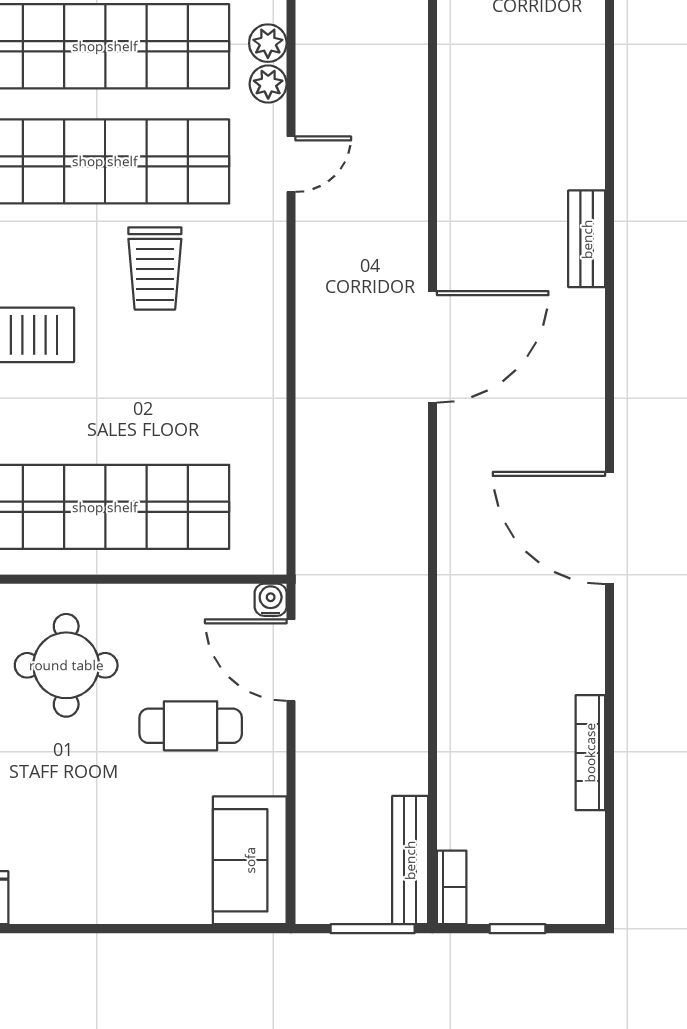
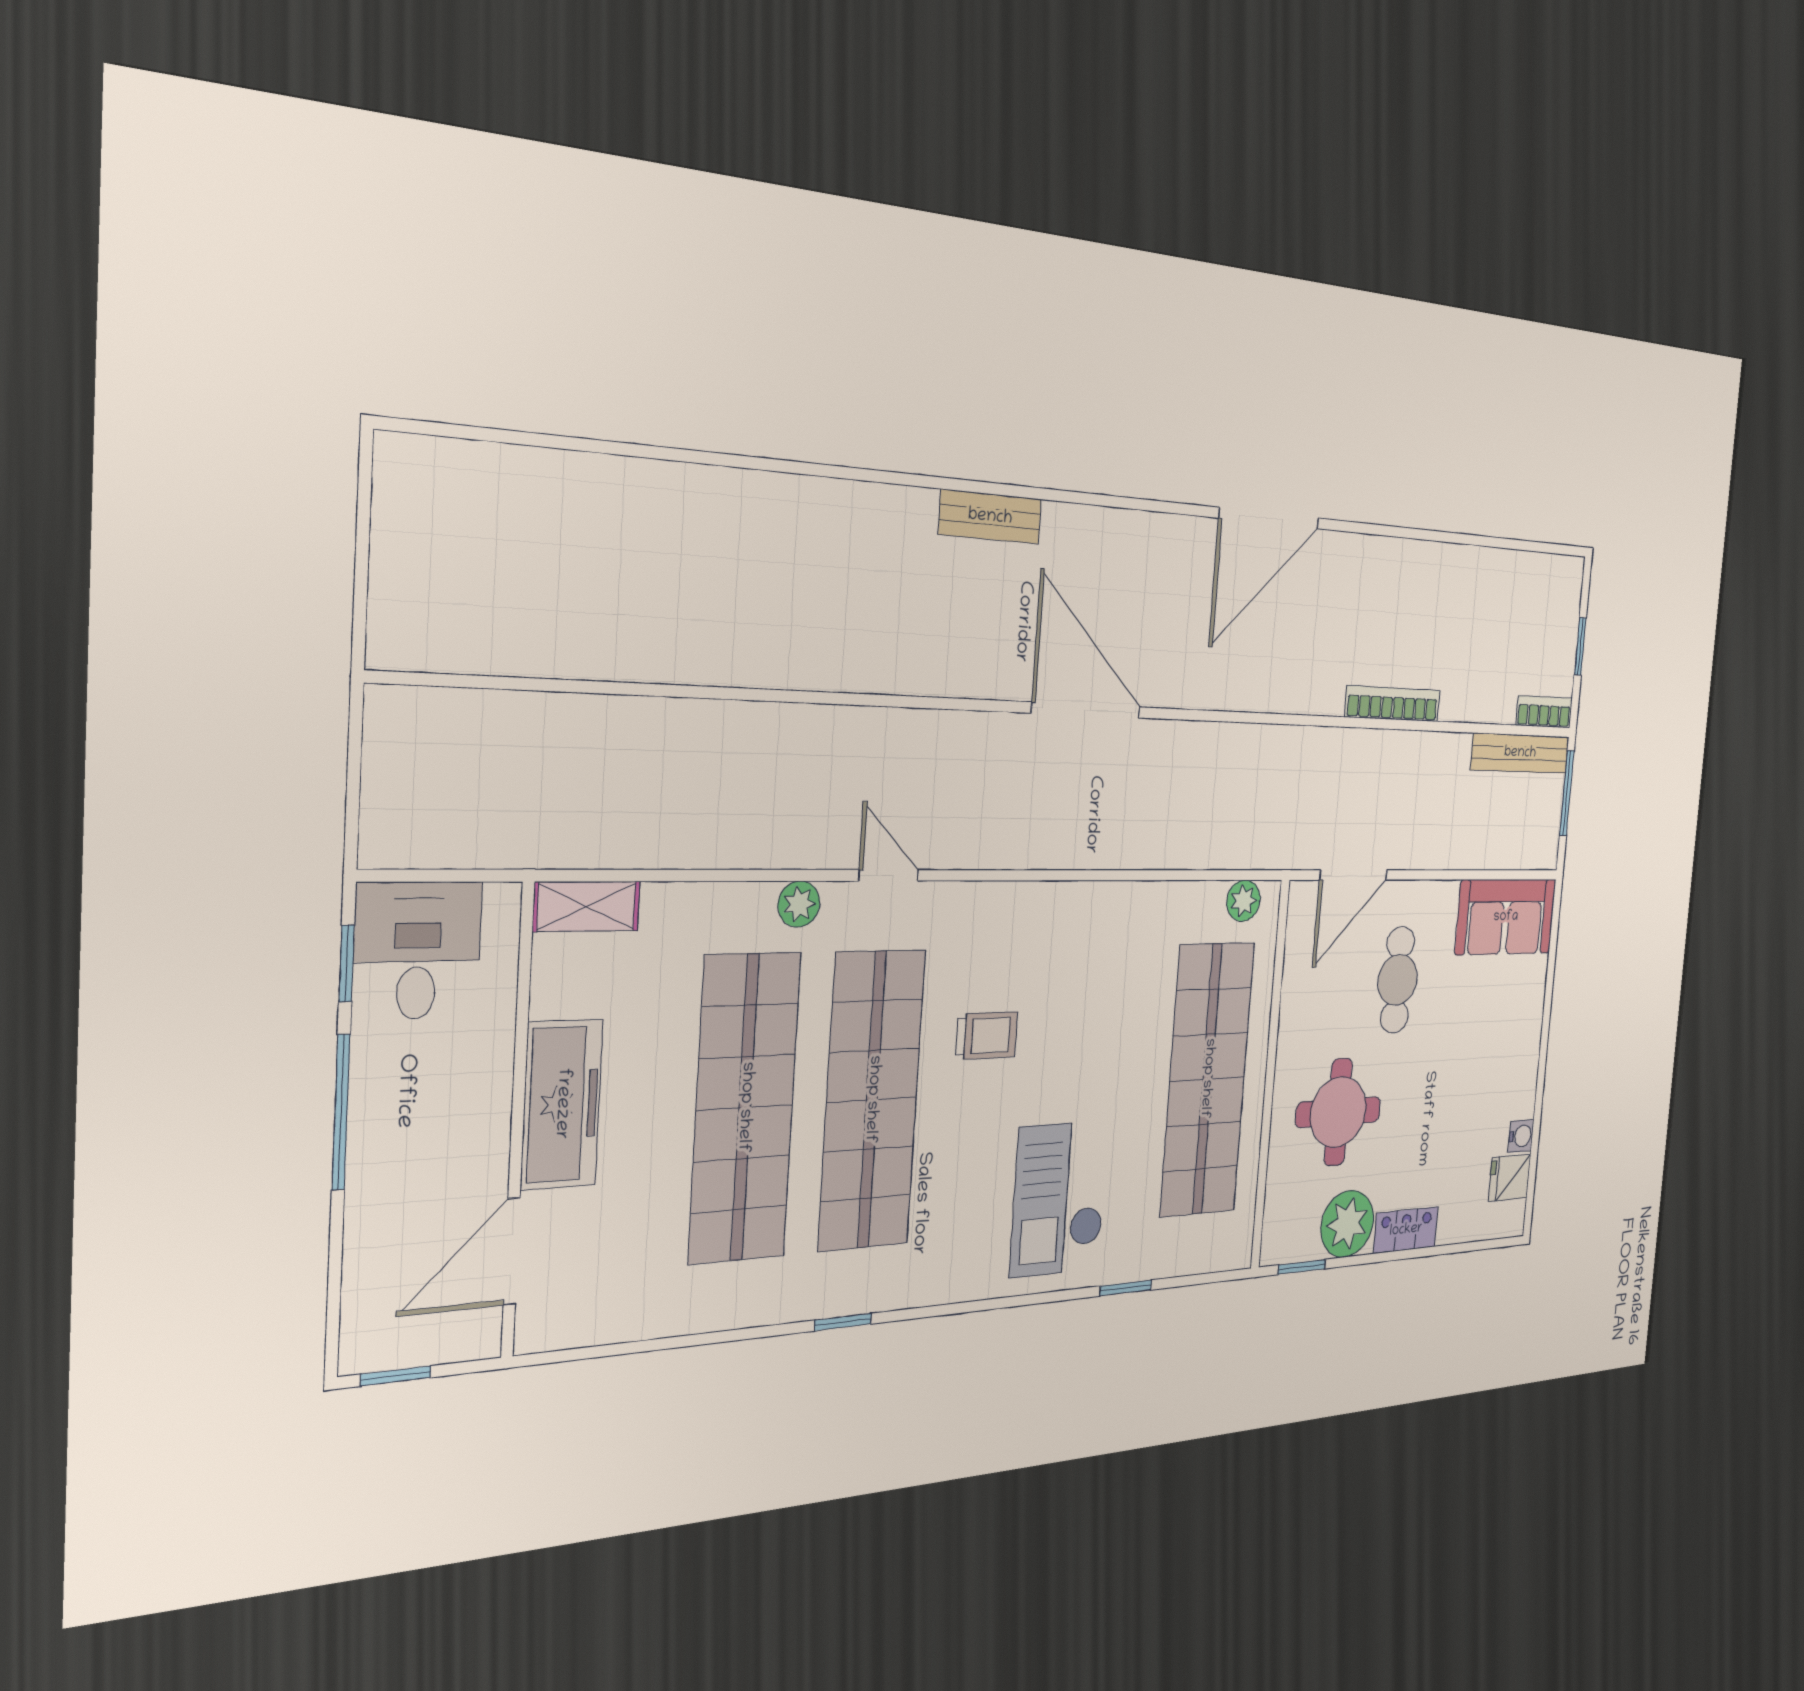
plant: (268, 43) -> (1243, 901), moved
trolley: (155, 269) -> (987, 1036), width x0.73, depth x0.72
water cooler: (271, 600) -> (1521, 1136), moved, turned 180
bookcase: (590, 753) -> (1393, 704), moved, turned 180

